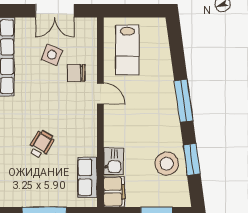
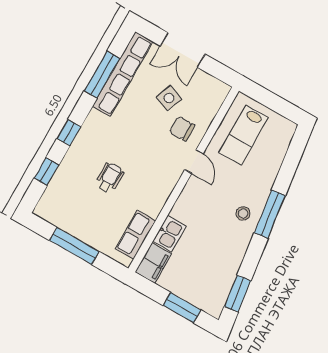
double door: (55, 11) -> (183, 50), moved
wheelchair: (41, 144) -> (110, 178), turned -30
window: (192, 159) -> (238, 294), moved
stool: (167, 164) -> (243, 213), moved, width x0.53, depth x0.53

